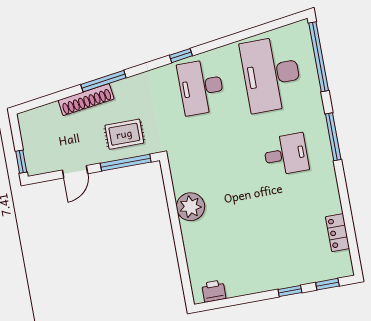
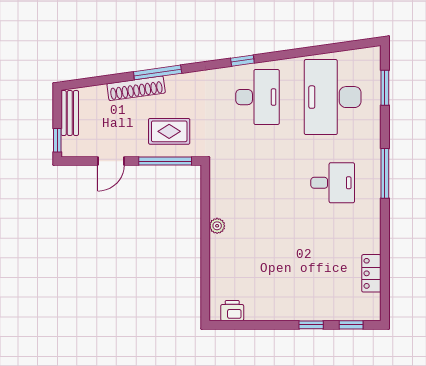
window: (319, 57) -> (385, 88), width x0.47
desk: (201, 87) -> (257, 97), turned 180
bench: (28, 134) -> (70, 113), added
plant: (191, 207) -> (217, 226), width x0.53, depth x0.53

